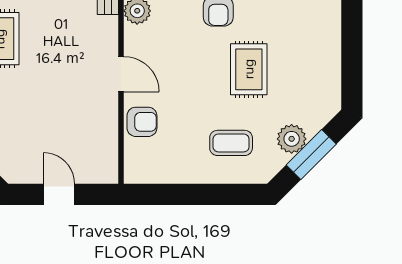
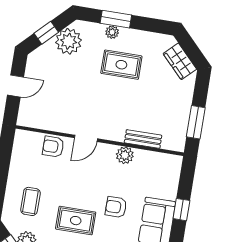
armchair: (142, 122) -> (53, 147), turned 90

